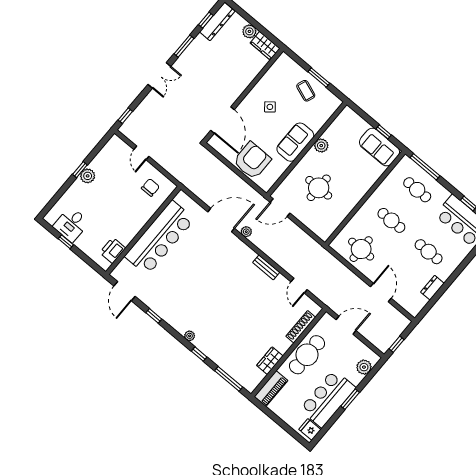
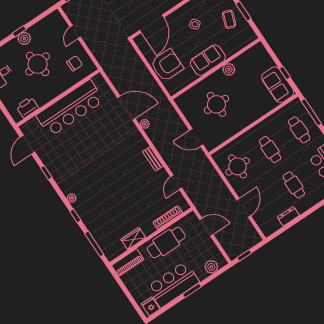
round table: (110, 200) -> (38, 64), added
door: (280, 208) -> (196, 138), moved

